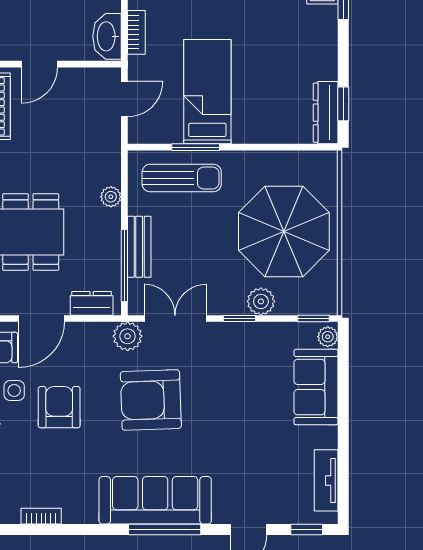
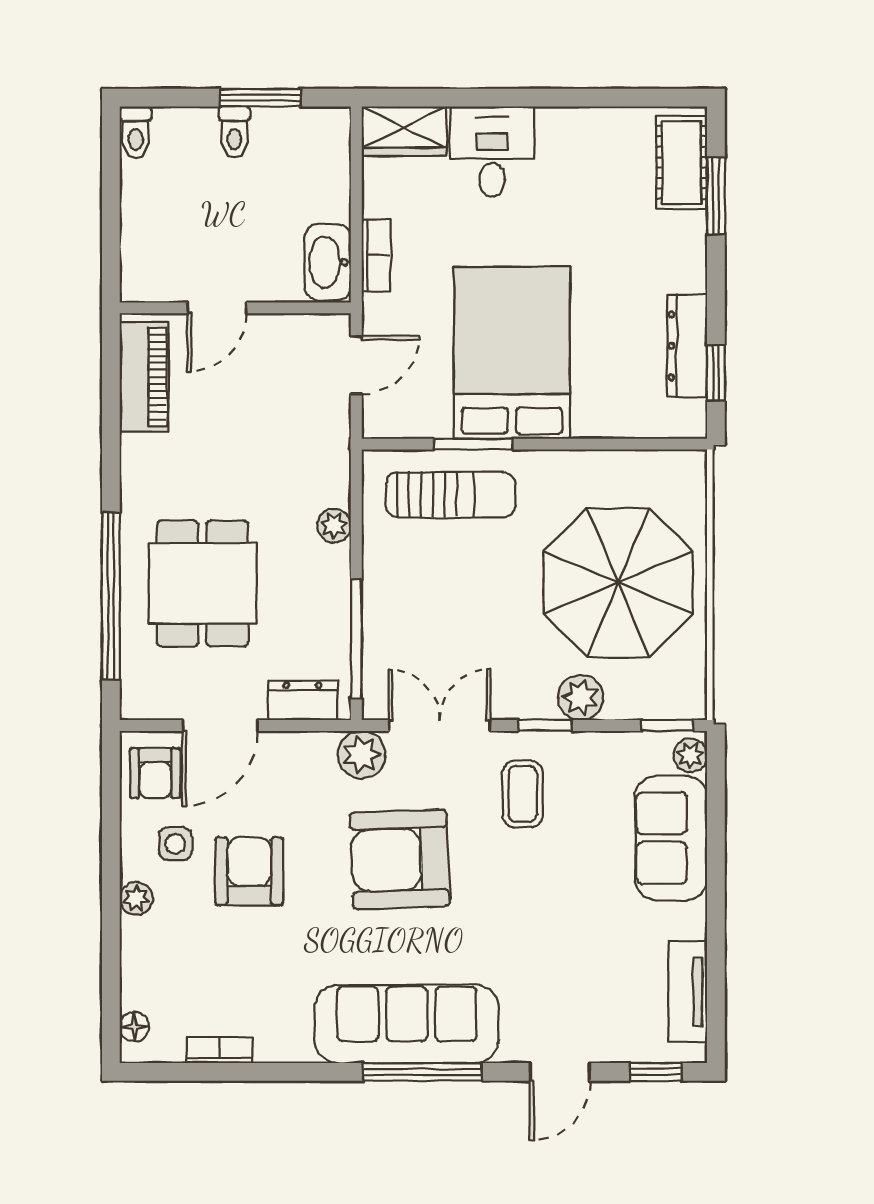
bed: (207, 92) -> (512, 353), width x1.50
dresser: (326, 113) -> (687, 346), moved
bench: (139, 247) -> (381, 608), removed
coffee table: (226, 360) -> (523, 794), added

